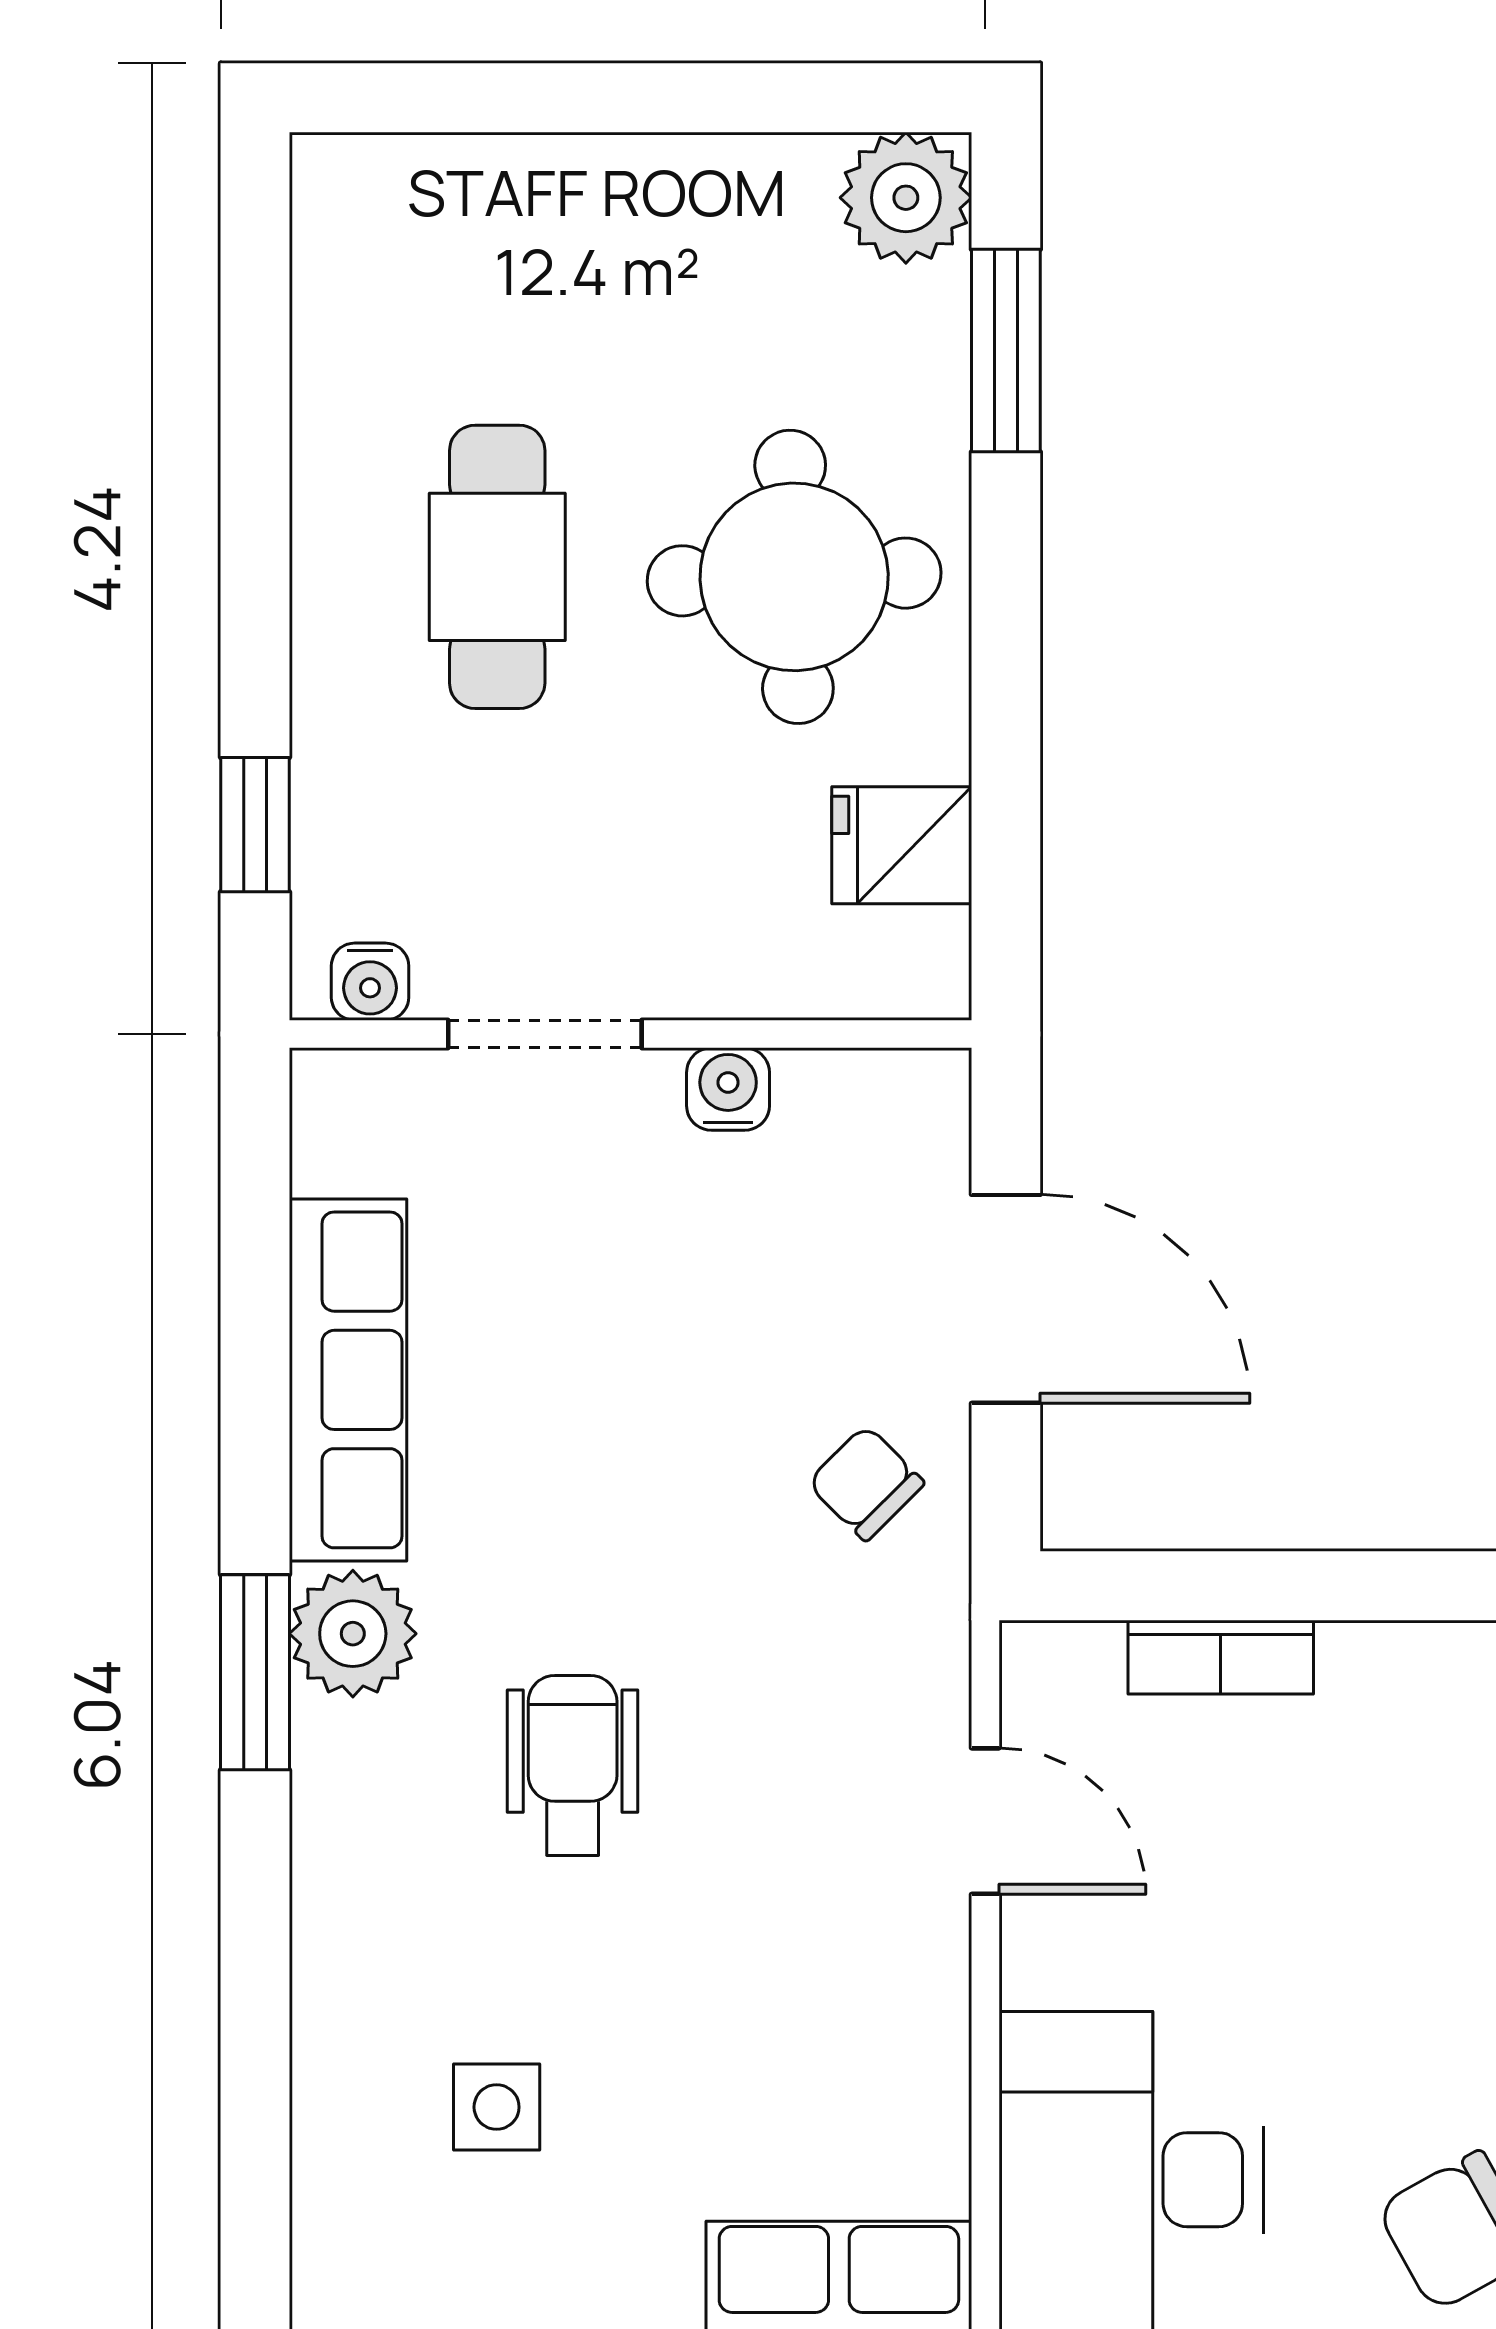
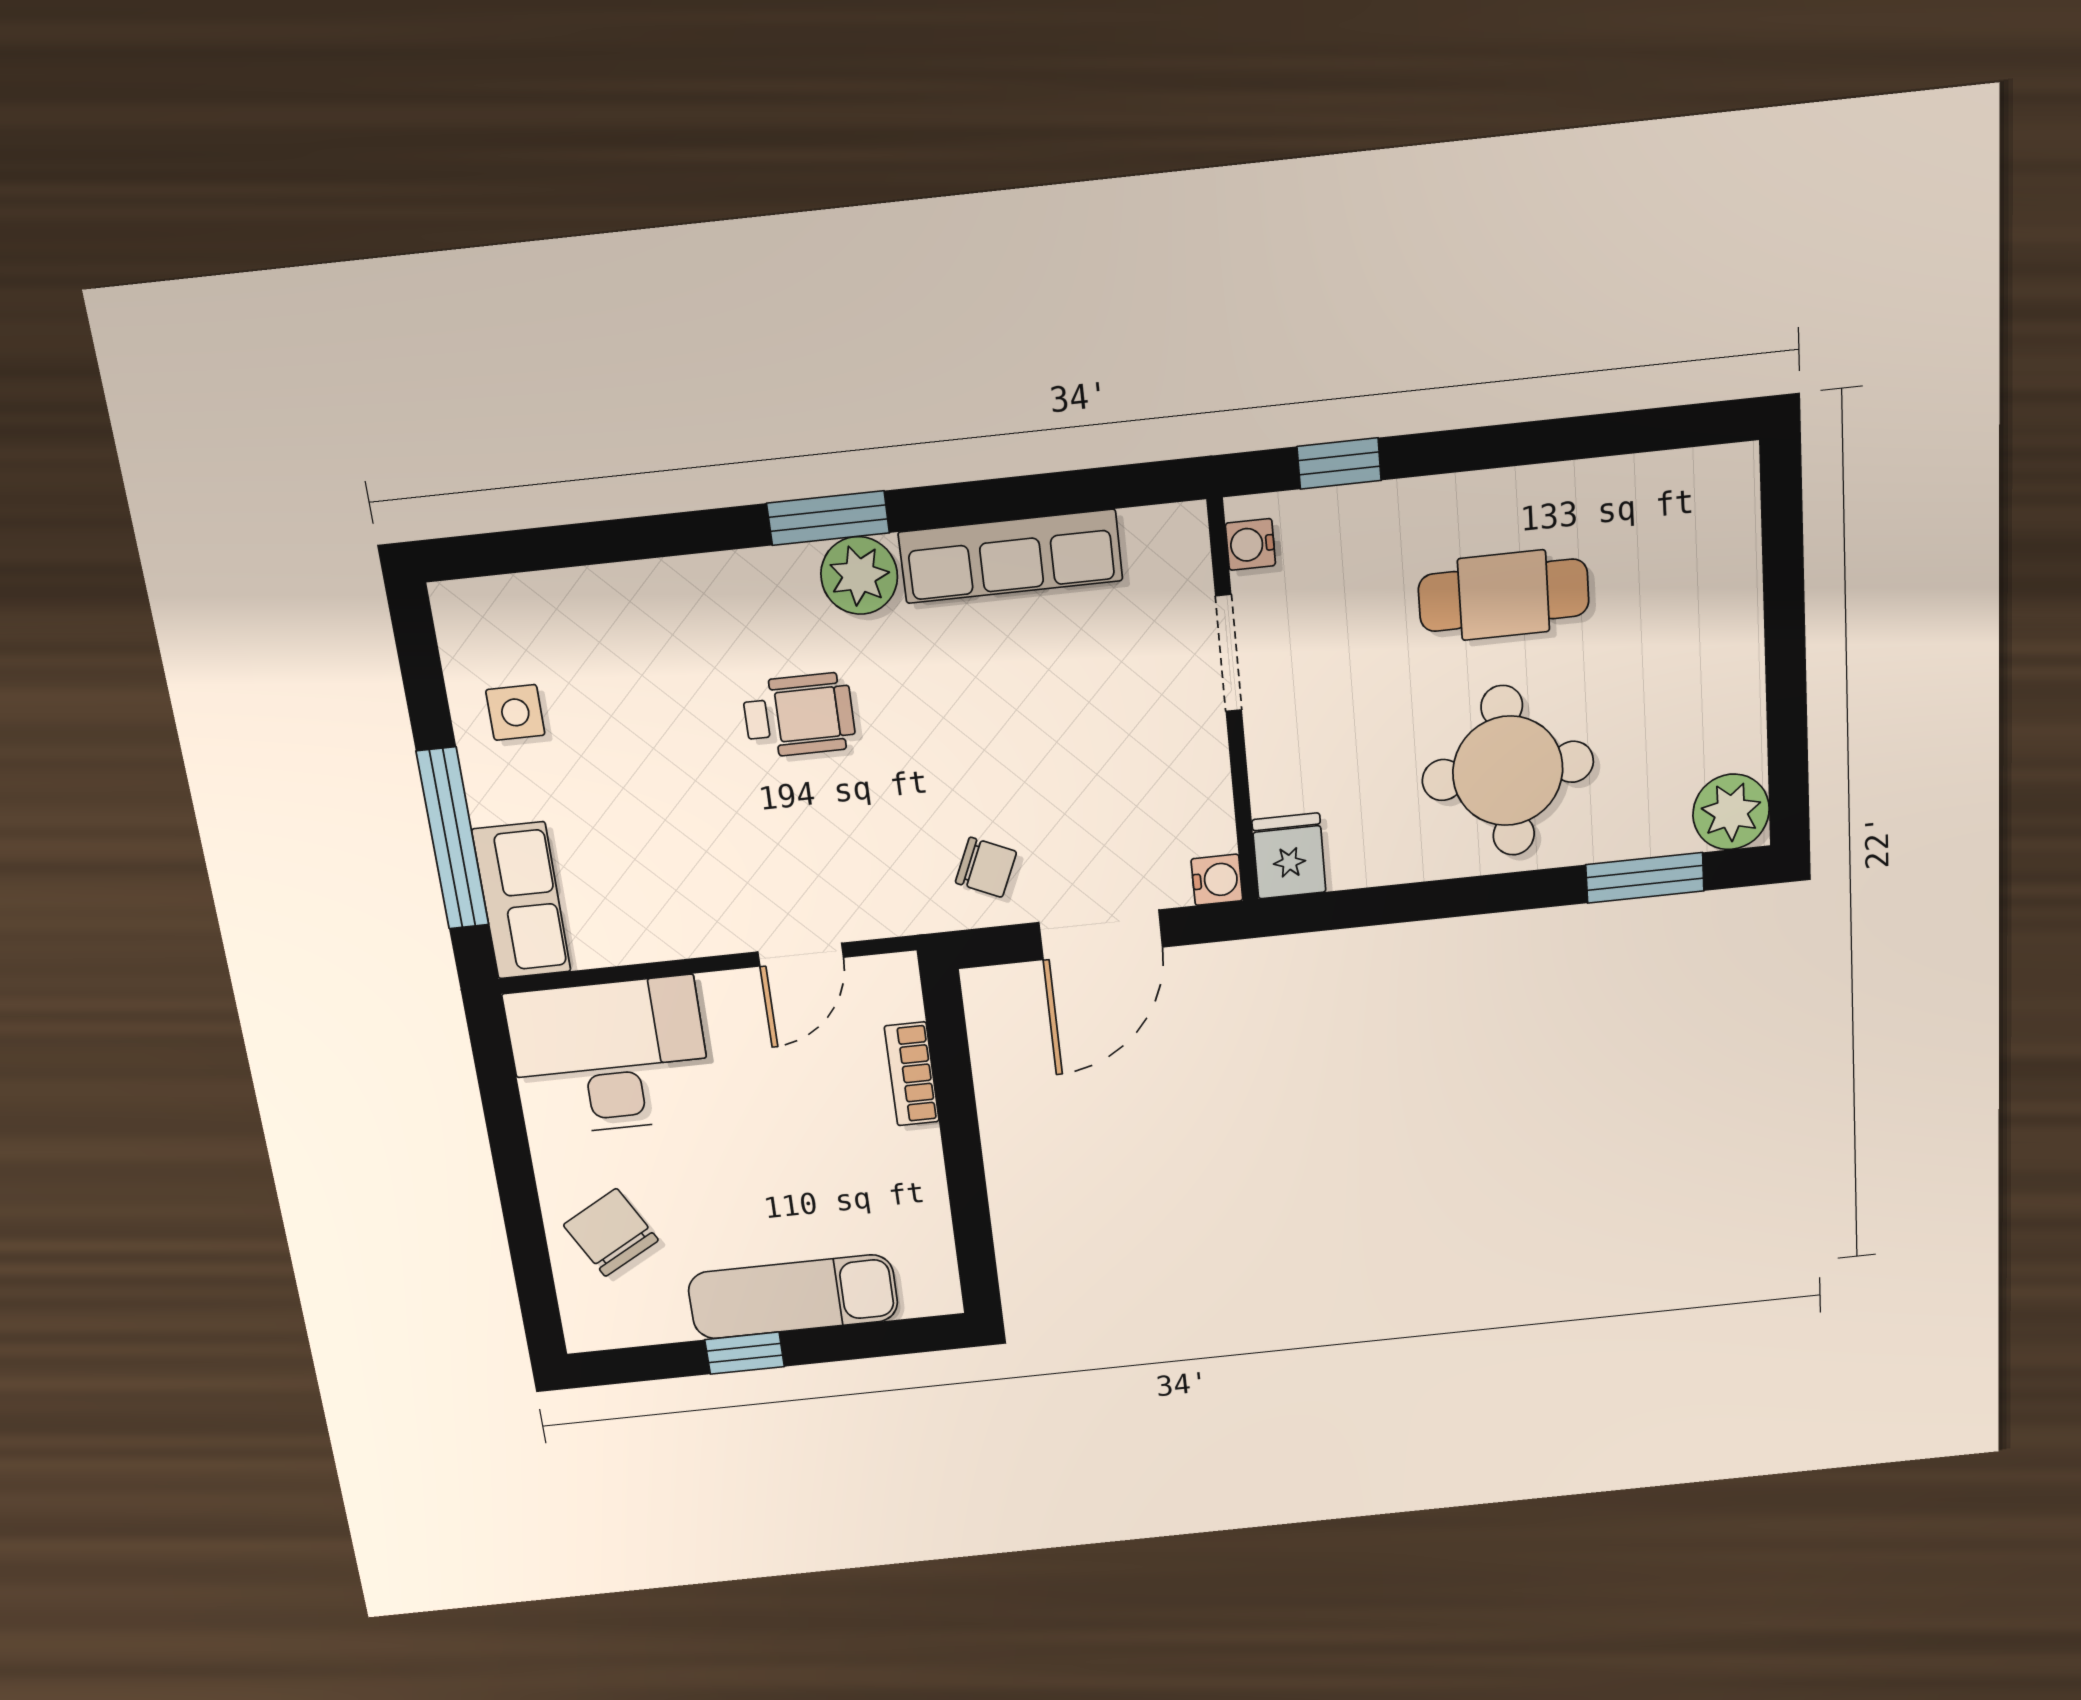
fridge: (902, 845) -> (1289, 856), moved
water cooler: (728, 1089) -> (1217, 880), moved
chair: (866, 1483) -> (986, 867), turned 69
side table: (497, 2107) -> (515, 712), moved

